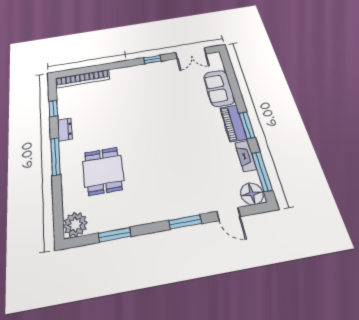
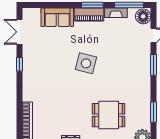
double door: (191, 53) -> (19, 32), swing flipped
side table: (168, 131) -> (86, 63), added

